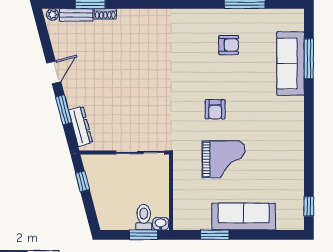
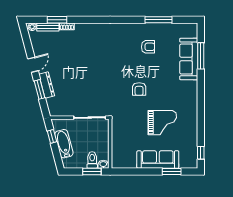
dresser: (81, 126) -> (47, 85), moved
grand piano: (224, 159) -> (162, 123), moved
bathtub: (101, 192) -> (64, 144), added
window: (215, 235) -> (172, 172), moved

